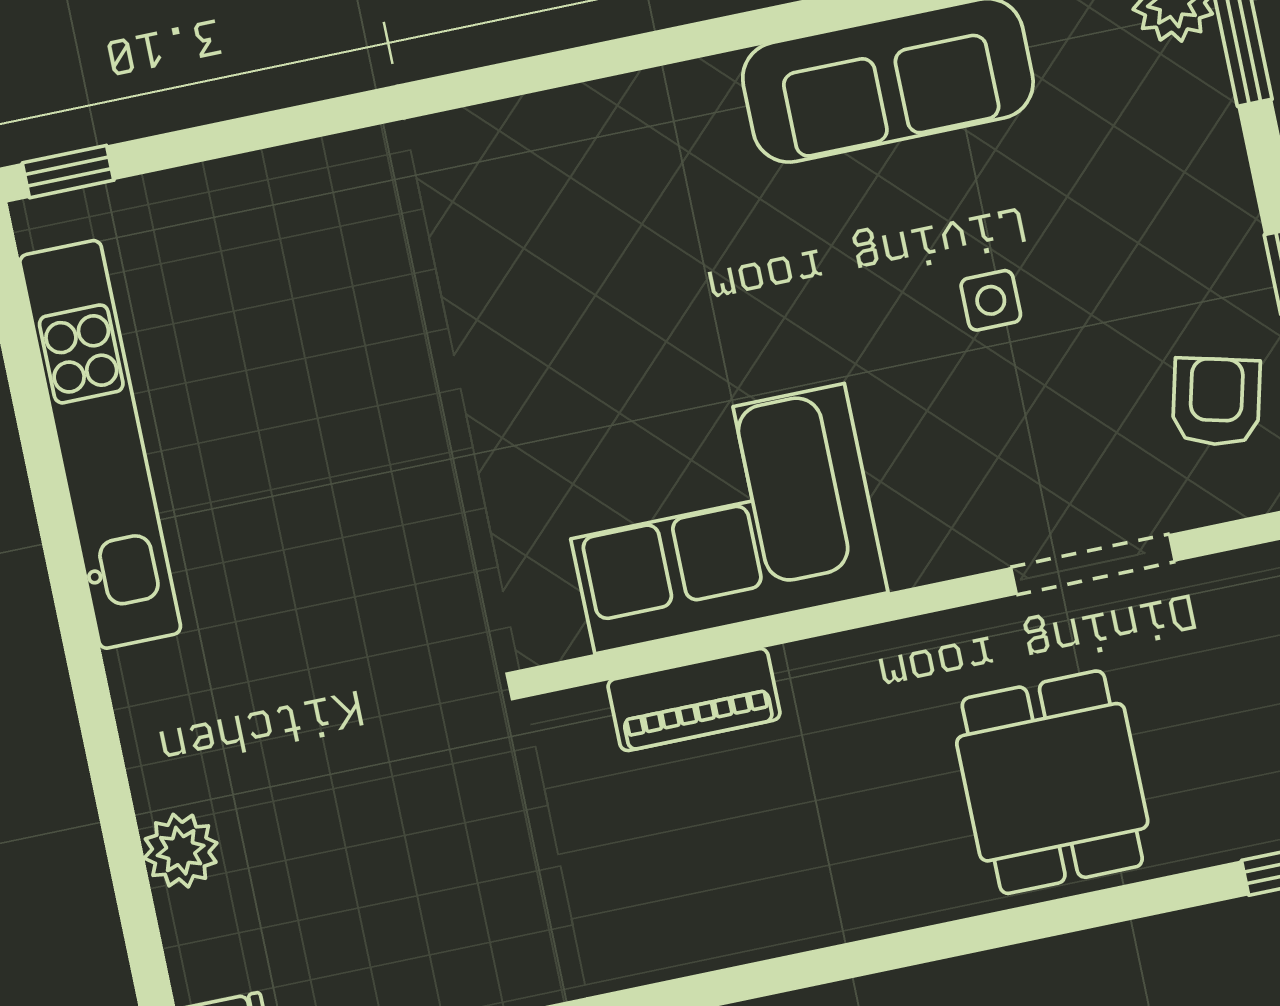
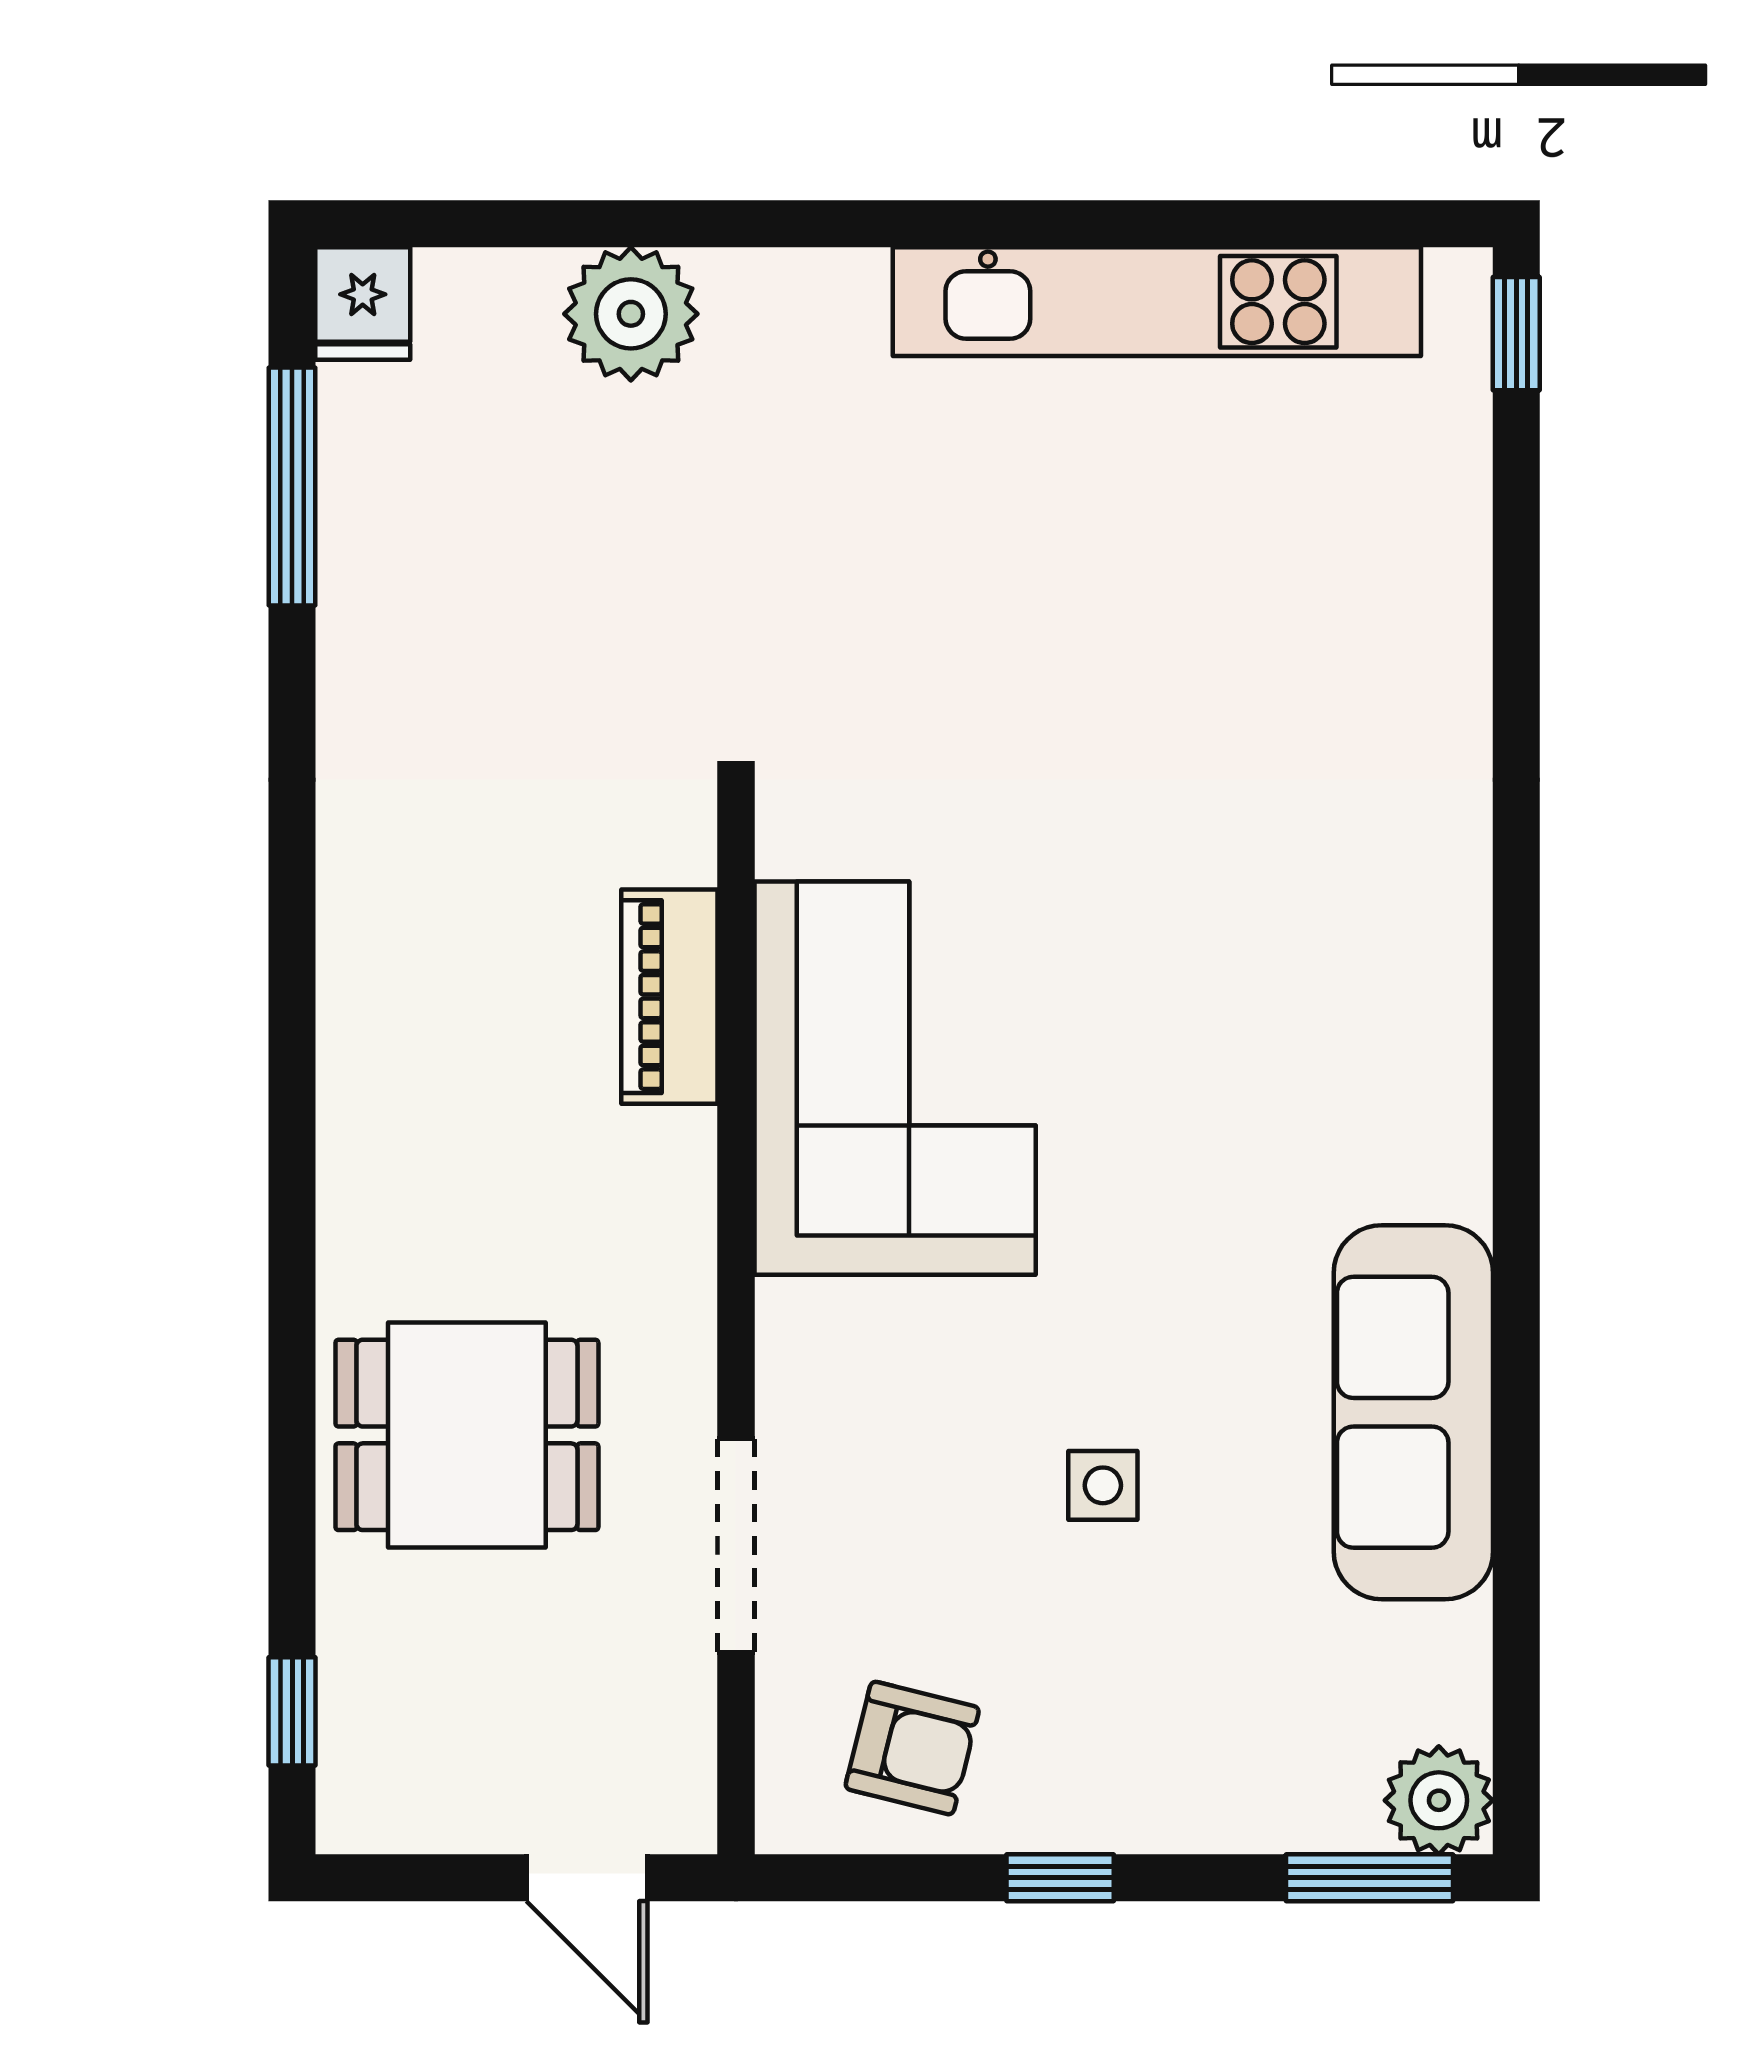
plant: (181, 851) -> (631, 314), width x1.36, depth x1.36

